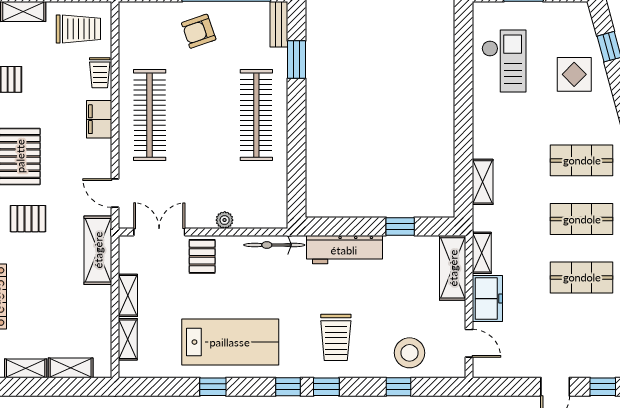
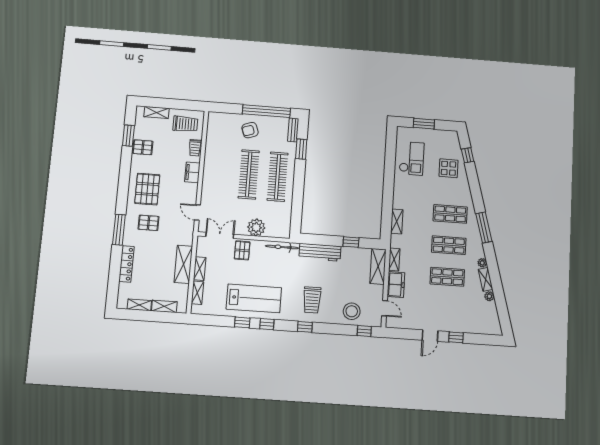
clothes rail: (150, 115) -> (249, 174), moved
plant: (225, 220) -> (256, 227), width x1.87, depth x1.87
shelving: (98, 250) -> (183, 264), moved
window: (288, 387) -> (267, 324), moved
window: (398, 387) -> (364, 331), moved

